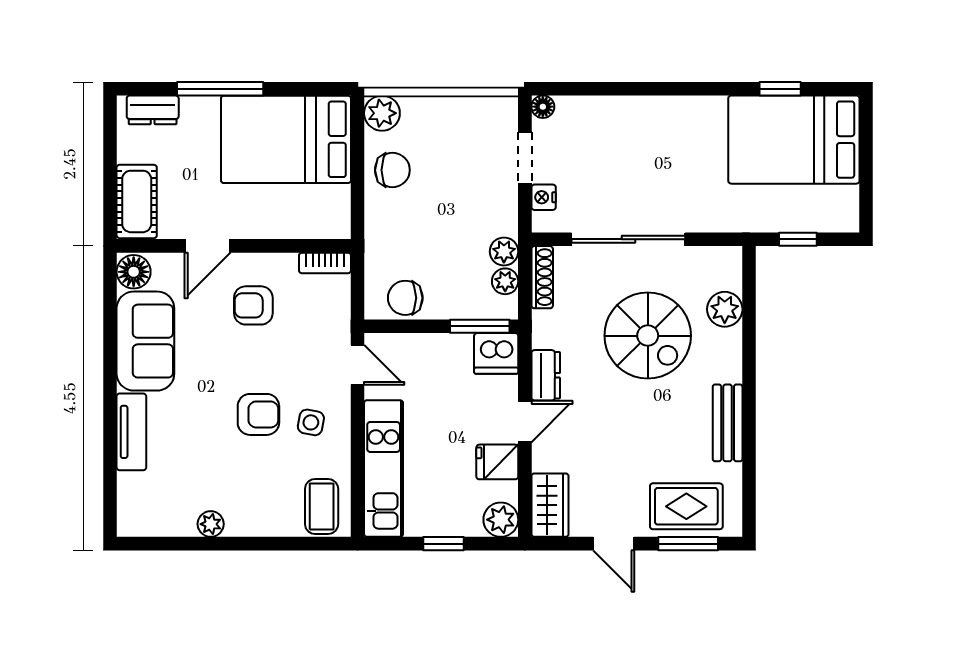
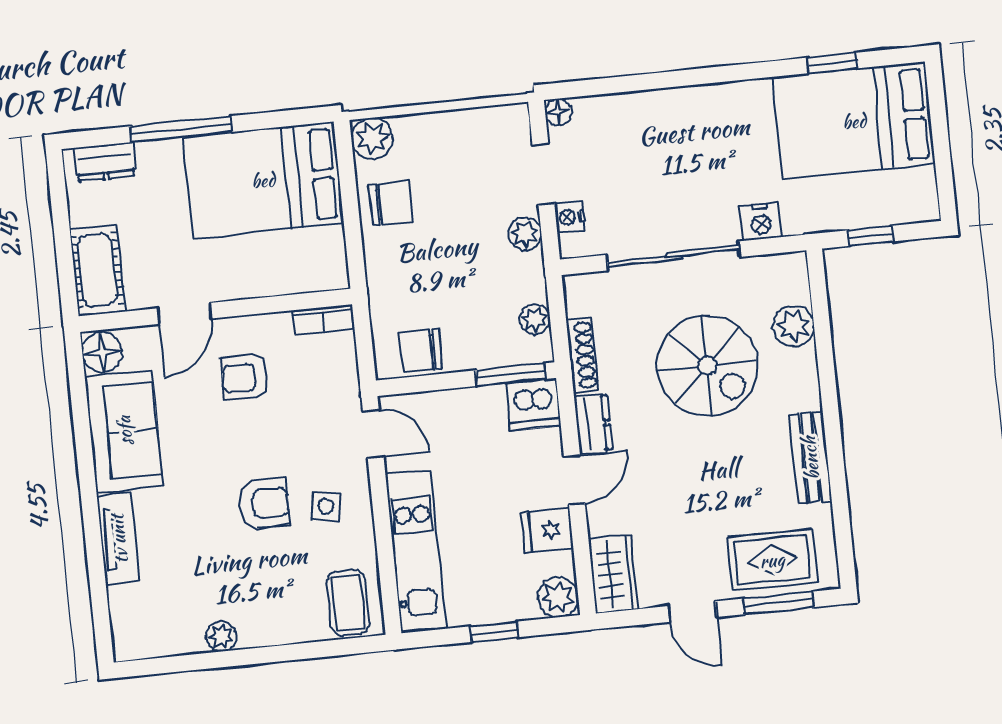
nightstand: (706, 218) -> (761, 222), added
plant: (504, 251) -> (525, 234), moved
shoe rack: (542, 277) -> (582, 355), moved

